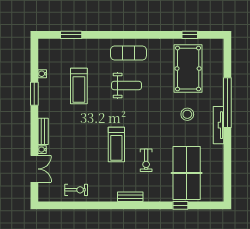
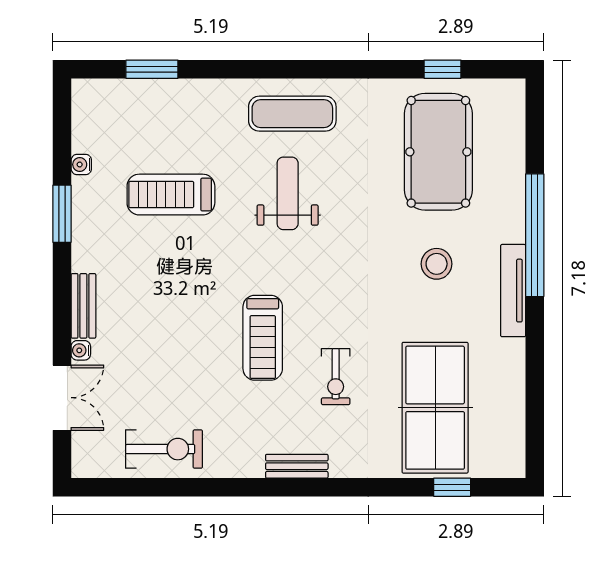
treadmill: (79, 86) -> (171, 195), turned 90
weight bench: (126, 86) -> (288, 193), turned -90
exercise bike: (76, 190) -> (164, 449), width x1.38, depth x1.39
window: (180, 205) -> (452, 487), moved

